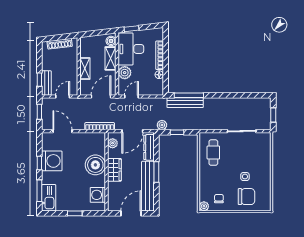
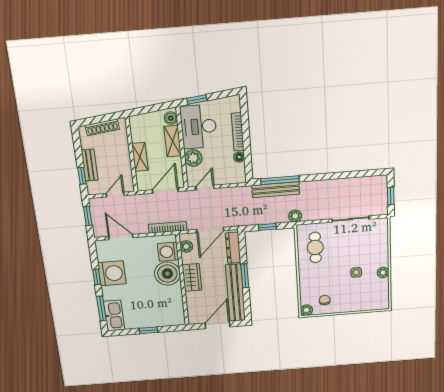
bench: (46, 83) -> (90, 165), moved
plant: (162, 125) -> (295, 216), moved
plant: (266, 178) -> (383, 272), added
washing machine: (98, 195) -> (168, 252), moved
chair: (246, 197) -> (359, 295), removed

